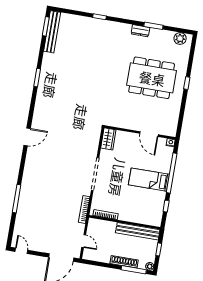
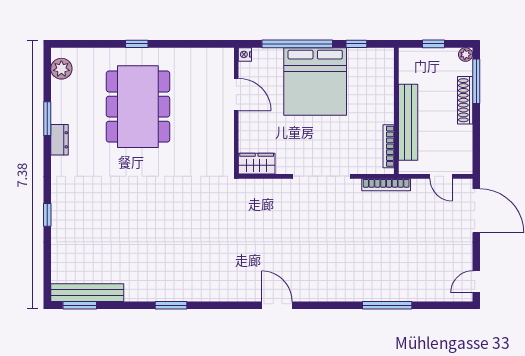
door: (149, 134) -> (236, 94), hinge flipped
bed: (149, 180) -> (315, 81), width x2.04
bench: (138, 231) -> (408, 122), moved
door: (84, 241) -> (441, 176), swing flipped

